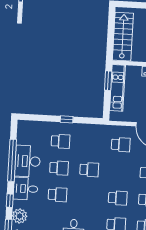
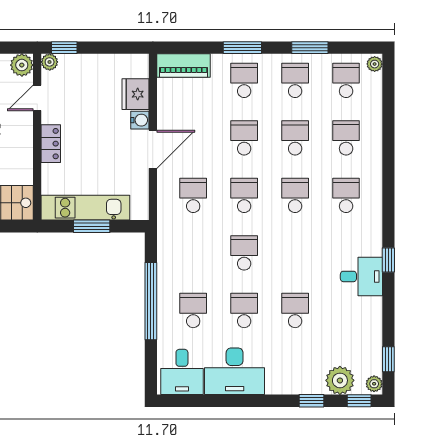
window: (108, 81) -> (92, 226), moved
window: (67, 119) -> (151, 301), width x3.17
window: (12, 160) -> (235, 401), removed
school desk: (119, 171) -> (244, 195), added
desk: (26, 189) -> (182, 372), moved

